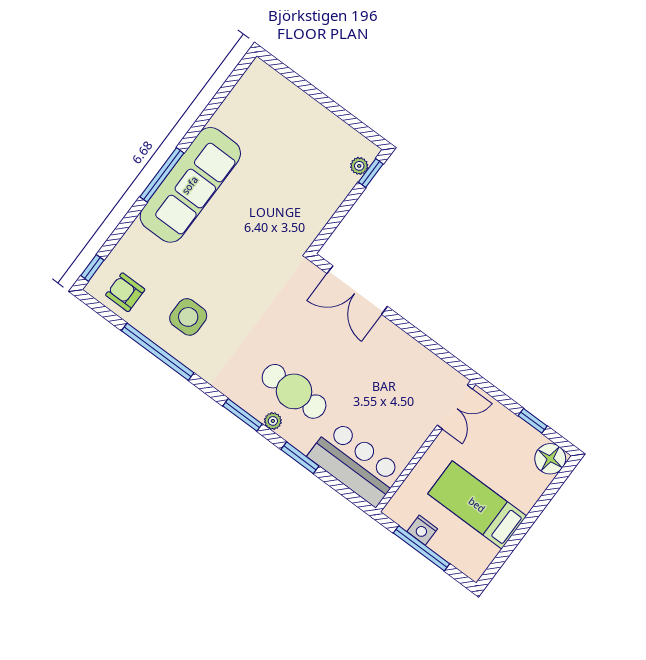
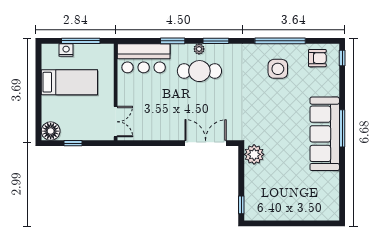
plant: (359, 166) -> (254, 154), moved, width x1.88, depth x1.88
double door: (455, 407) -> (116, 122), swing flipped
nightstand: (422, 530) -> (66, 50), moved

